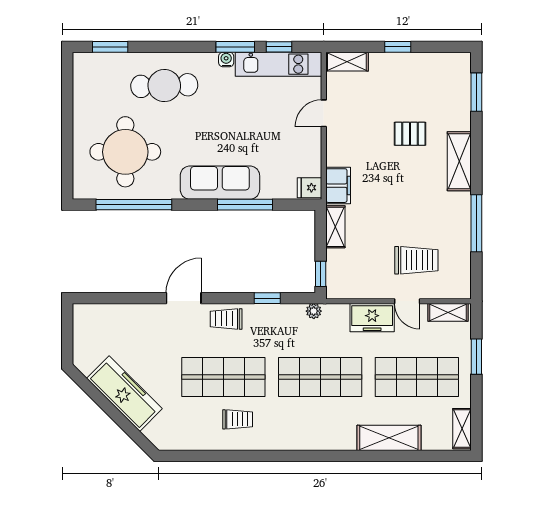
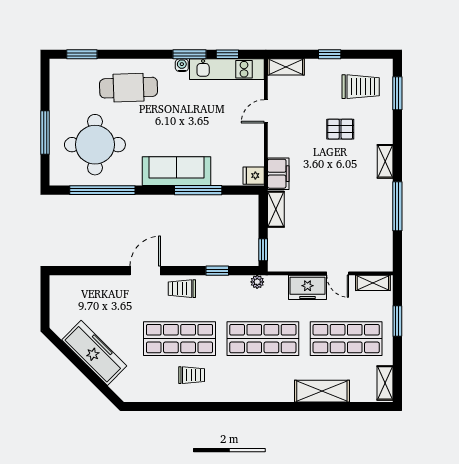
window: (67, 138) -> (45, 132), added
shelving: (459, 161) -> (385, 161), width x0.67, depth x0.75
trolley: (416, 260) -> (361, 87), moved

